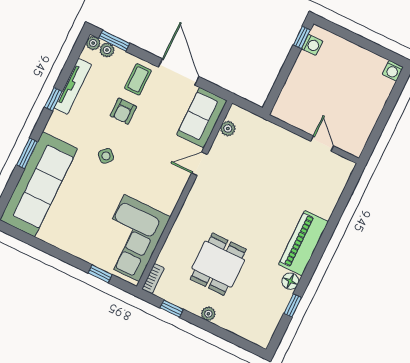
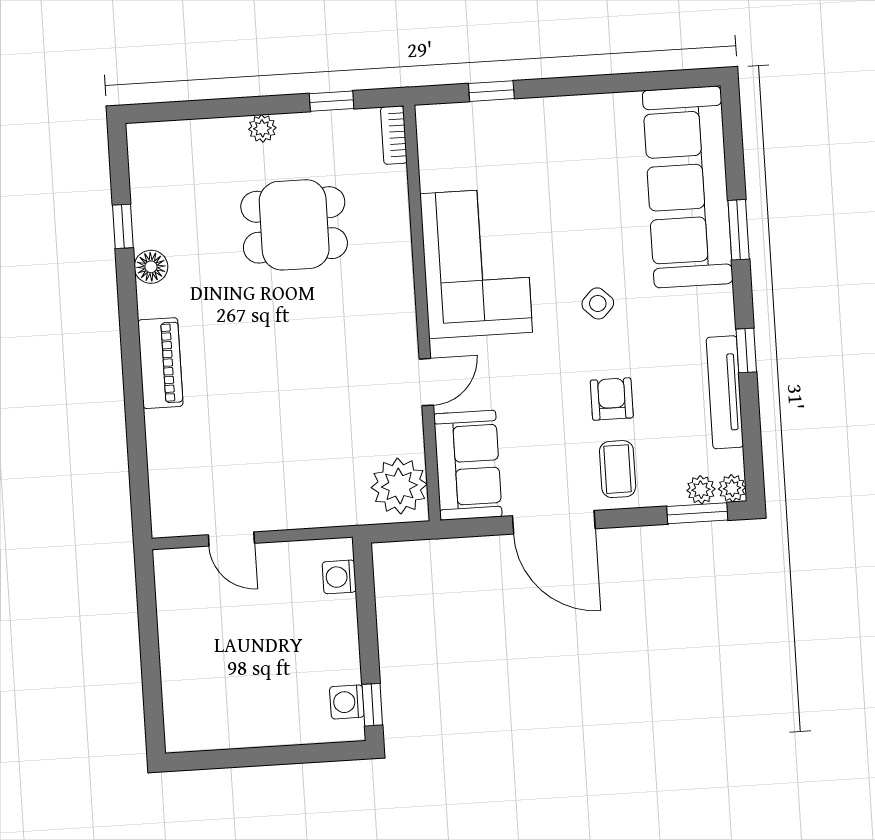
washing machine: (393, 71) -> (339, 577), moved, turned -90
plant: (228, 129) -> (399, 486), width x1.88, depth x1.88
corner sofa: (132, 238) -> (476, 263), moved
piano: (303, 243) -> (160, 363), width x0.73, depth x0.75
dining table: (218, 264) -> (294, 225), turned 90

